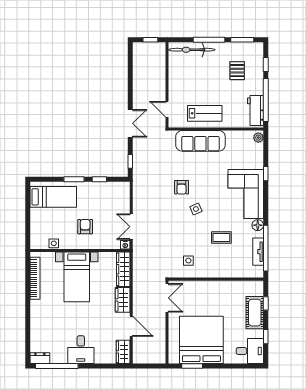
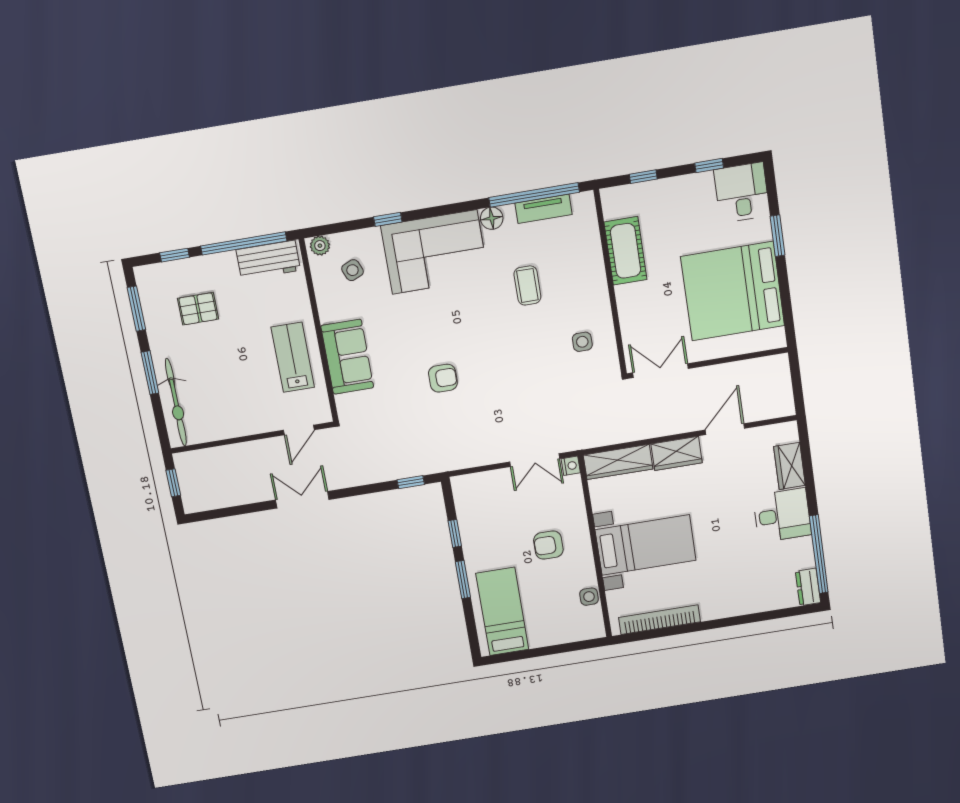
window: (209, 40) -> (150, 373), width x0.69
double door: (130, 123) -> (302, 500), moved
sofa: (200, 141) -> (347, 357), width x0.73
side table: (196, 209) -> (352, 270), moved
cot: (255, 313) -> (626, 251), moved, turned 90
wardrobe: (123, 352) -> (789, 466), moved, turned 90
window: (192, 366) -> (778, 236), moved

